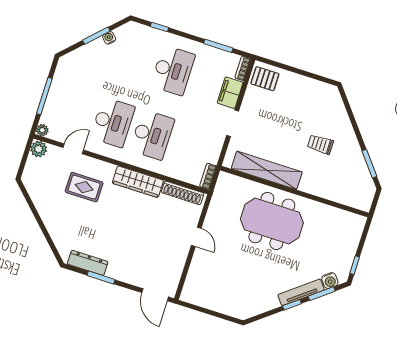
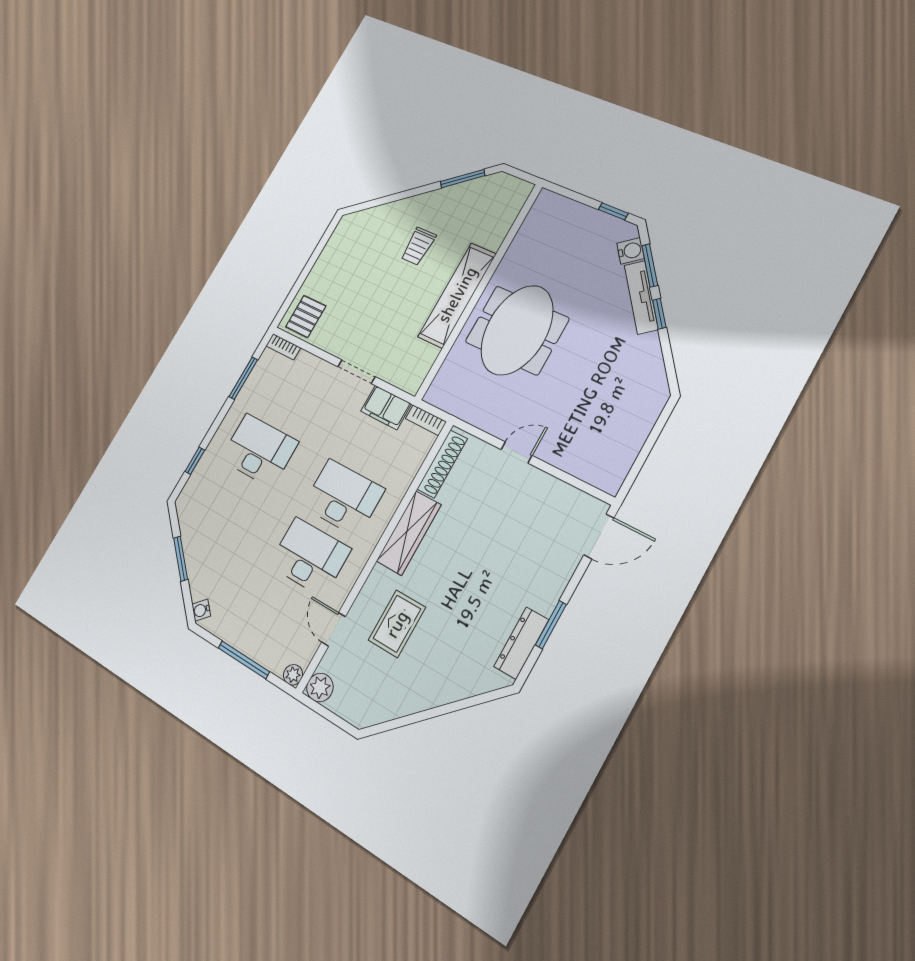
water cooler: (109, 38) -> (201, 610), moved
filing cabinet: (230, 93) -> (386, 408), moved
shelving: (267, 170) -> (457, 295), moved

